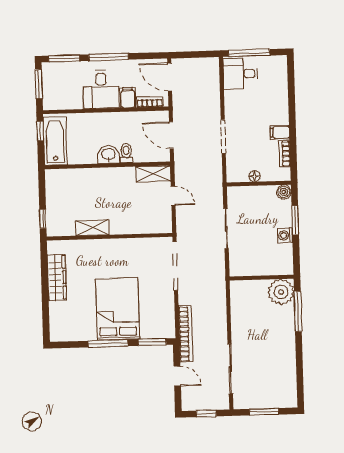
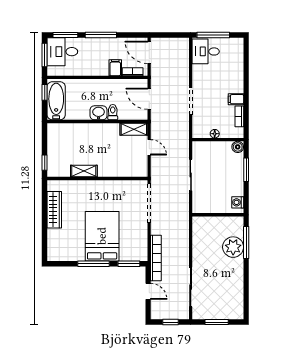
desk: (101, 89) -> (62, 52), moved, turned 90
washing machine: (285, 235) -> (238, 202), moved
plant: (281, 292) -> (233, 247), moved

